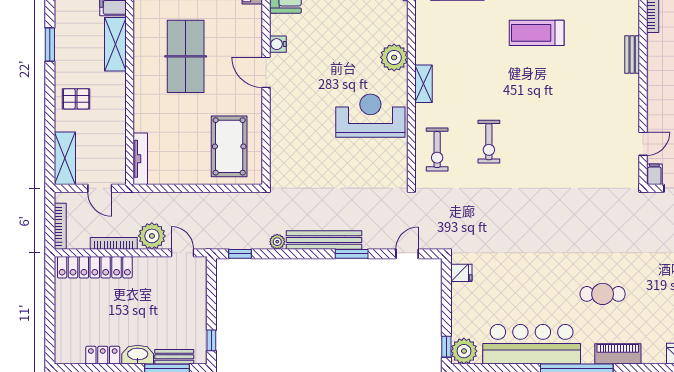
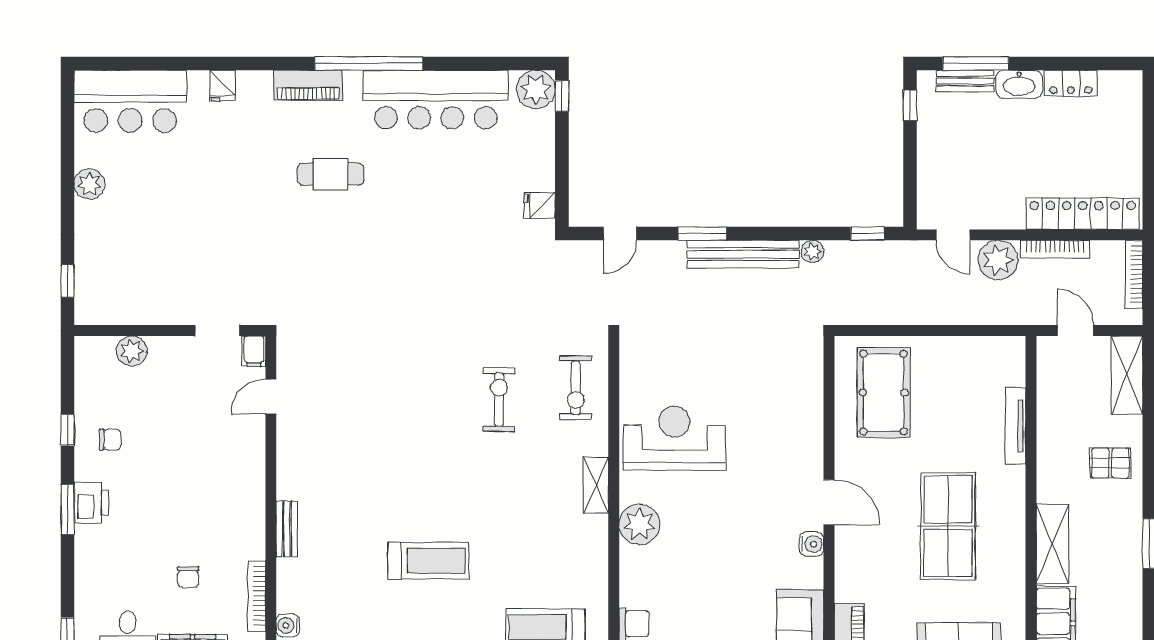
reception desk: (370, 116) -> (674, 438), turned 180
exercise bike: (437, 149) -> (576, 388), turned 180
tv unit: (140, 159) -> (1015, 426), moved

